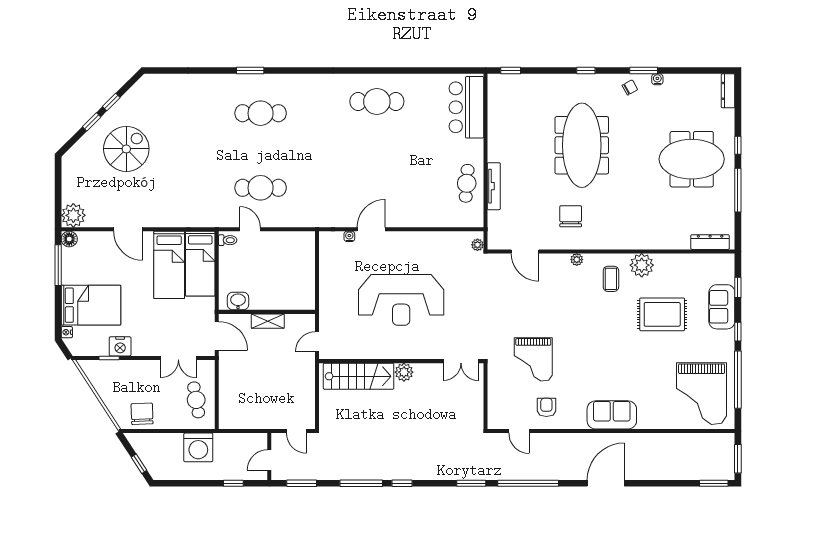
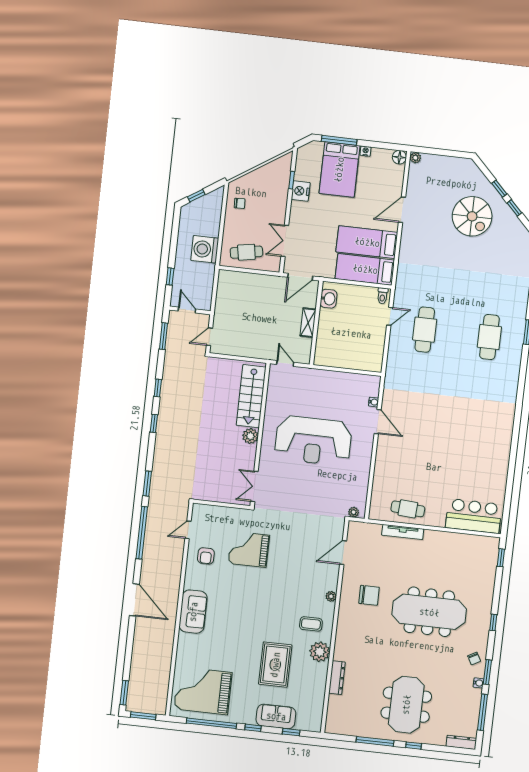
window: (691, 71) -> (483, 712), added
cafe table: (377, 101) -> (488, 439), removed
plant: (73, 215) -> (415, 158), width x0.53, depth x0.53
dresser: (710, 242) -> (337, 678), moved
window: (58, 265) -> (339, 140), moved
reception desk: (401, 300) -> (313, 441), turned -90
nightstand: (67, 332) -> (366, 151), moved
armchair: (546, 407) -> (206, 556), turned 90
chair: (142, 414) -> (240, 203), width x0.54, depth x0.54
window: (361, 483) -> (158, 388), width x0.46

